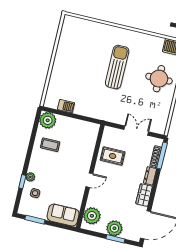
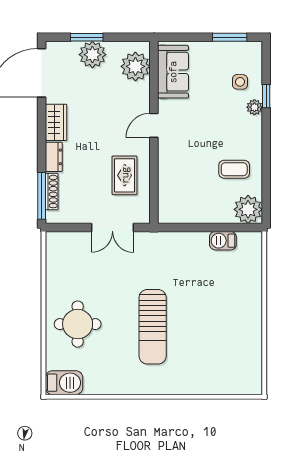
double door: (136, 131) -> (112, 227), moved
rug: (113, 156) -> (125, 175), turned 90
sofa: (63, 215) -> (173, 72), moved, turned -90

